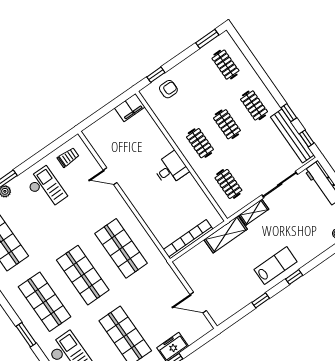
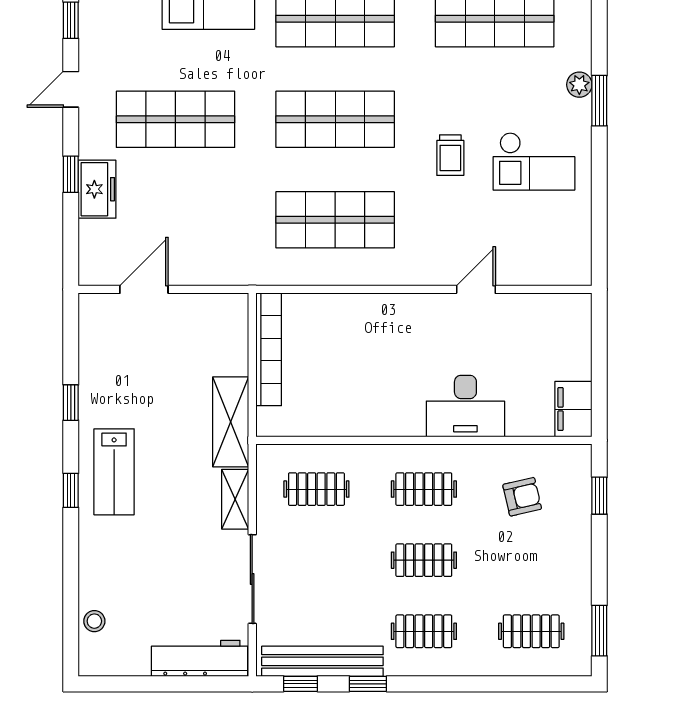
armchair: (168, 89) -> (522, 497), moved, turned -103
trolley: (68, 157) -> (450, 155), moved
desk: (171, 169) -> (465, 406), moved, width x1.37

